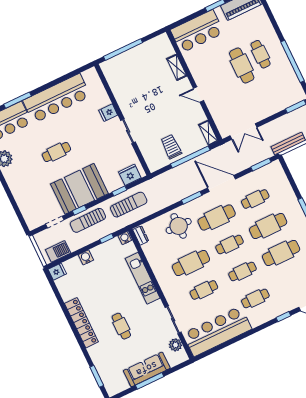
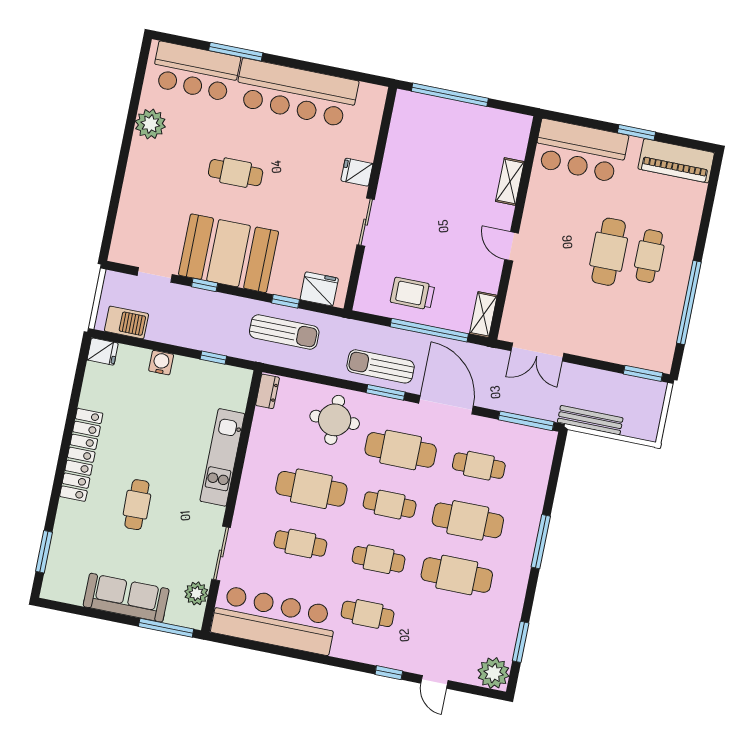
trolley: (171, 147) -> (412, 294), turned -90
window: (261, 165) -> (526, 421), width x1.44
sun lounger: (88, 220) -> (381, 366), moved
water cooler: (125, 238) -> (241, 377), removed
window: (150, 381) -> (166, 628), moved

